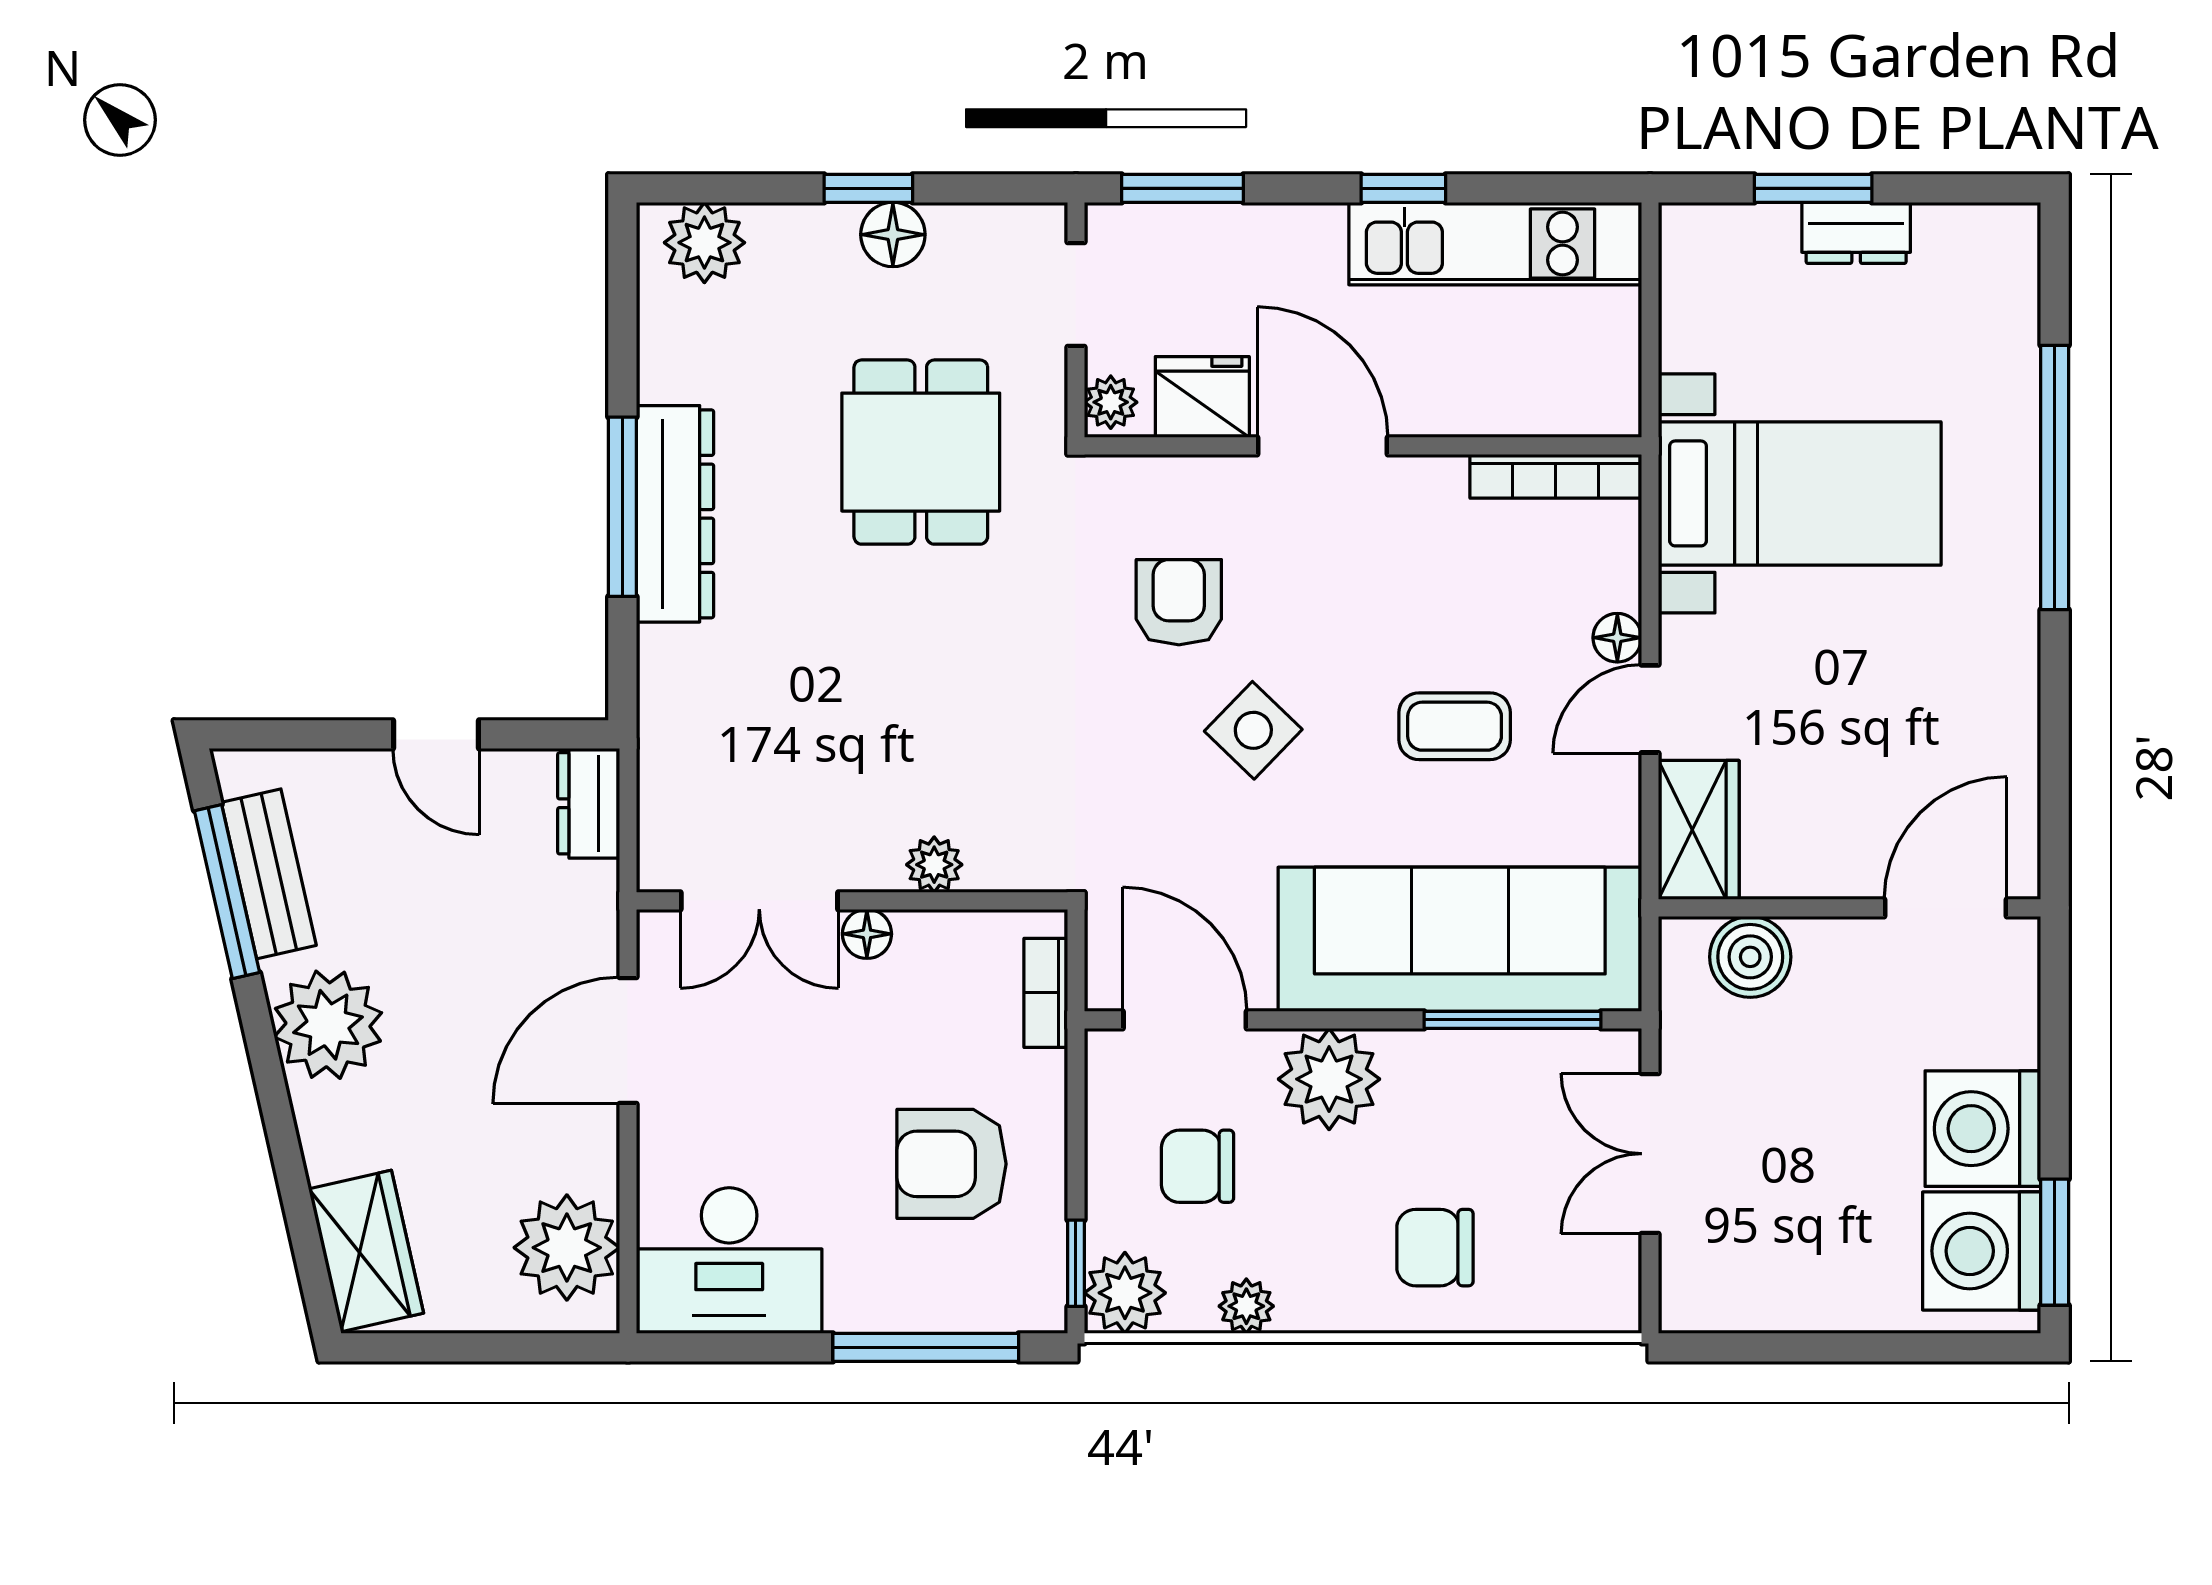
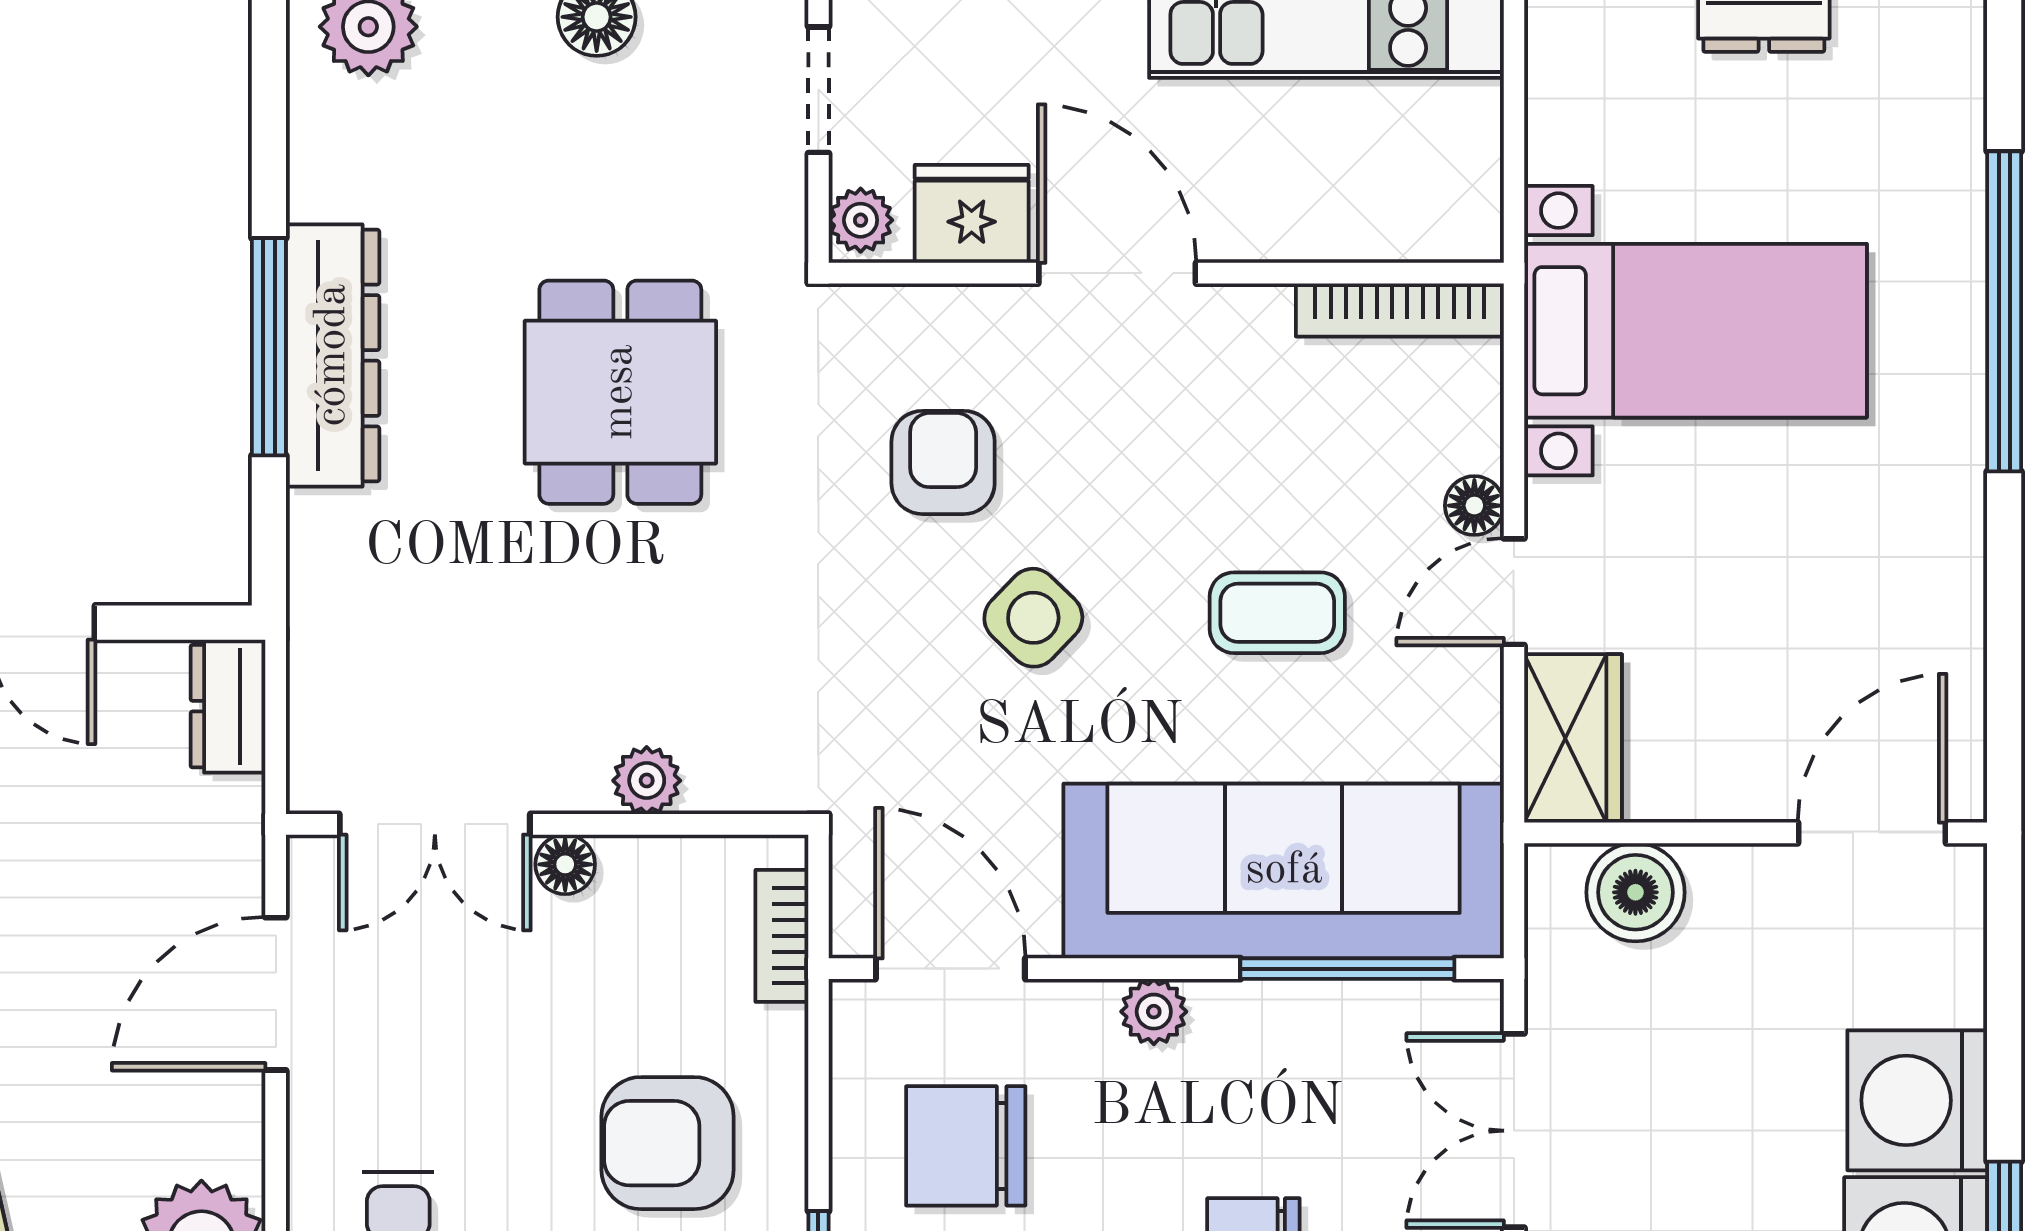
dining table: (921, 452) -> (620, 392), moved
plant: (1329, 1079) -> (1154, 1012), width x0.53, depth x0.53
chair: (1198, 1166) -> (966, 1146), width x1.37, depth x1.37

